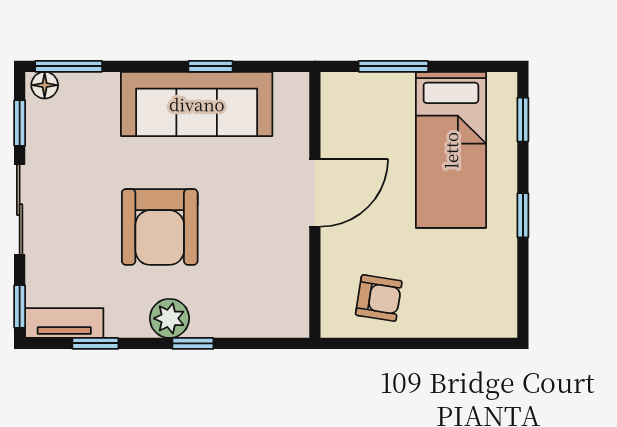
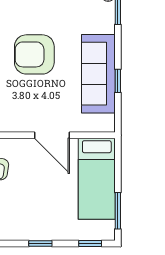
window: (393, 66) -> (118, 211), moved
bed: (451, 150) -> (97, 179), moved, turned -90

